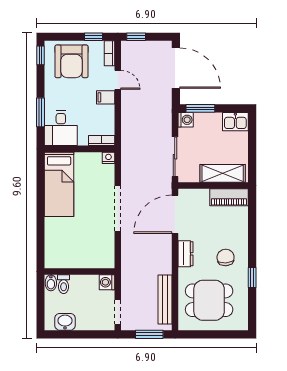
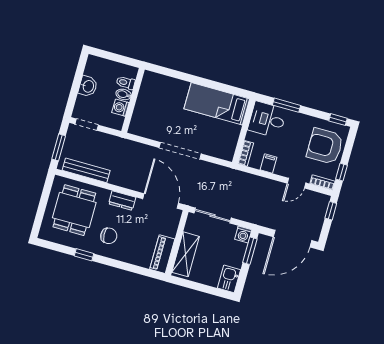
filing cabinet: (106, 97) -> (268, 164), moved
nightstand: (108, 158) -> (228, 155), removed
washing machine: (107, 282) -> (120, 108), moved, turned -90
bidet: (51, 283) -> (124, 94), moved
washbasin: (65, 322) -> (88, 86), moved

